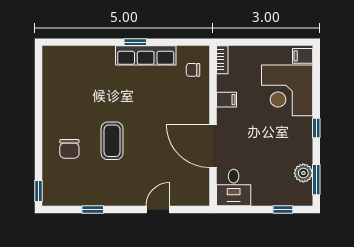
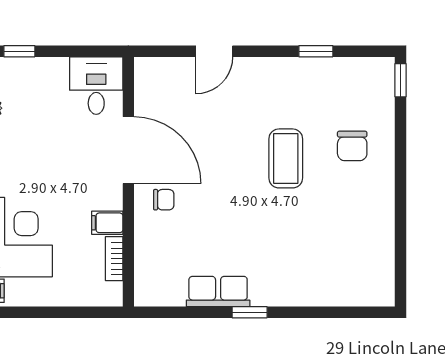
row of seats: (146, 55) -> (218, 292), width x0.68
bookcase: (222, 60) -> (114, 259), moved
chair: (193, 70) -> (164, 200), moved
chair: (69, 149) -> (352, 146), turned 180

